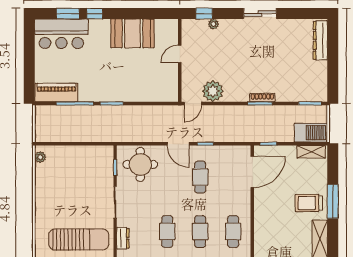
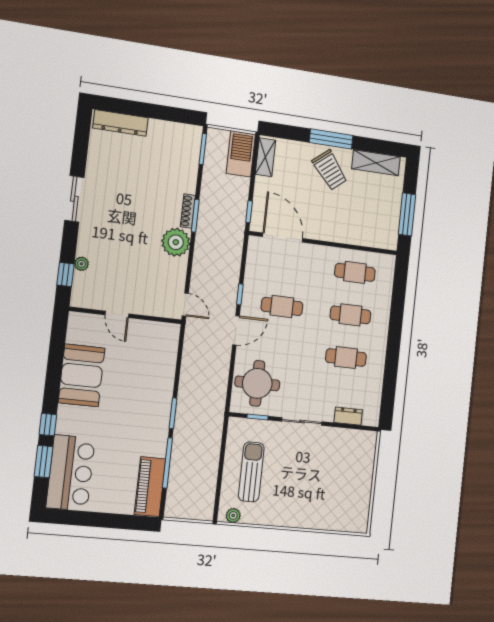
plant: (213, 91) -> (176, 242), moved
trolley: (309, 203) -> (330, 170), turned -39
sun lounger: (79, 240) -> (251, 472), moved, width x0.73, depth x0.75

